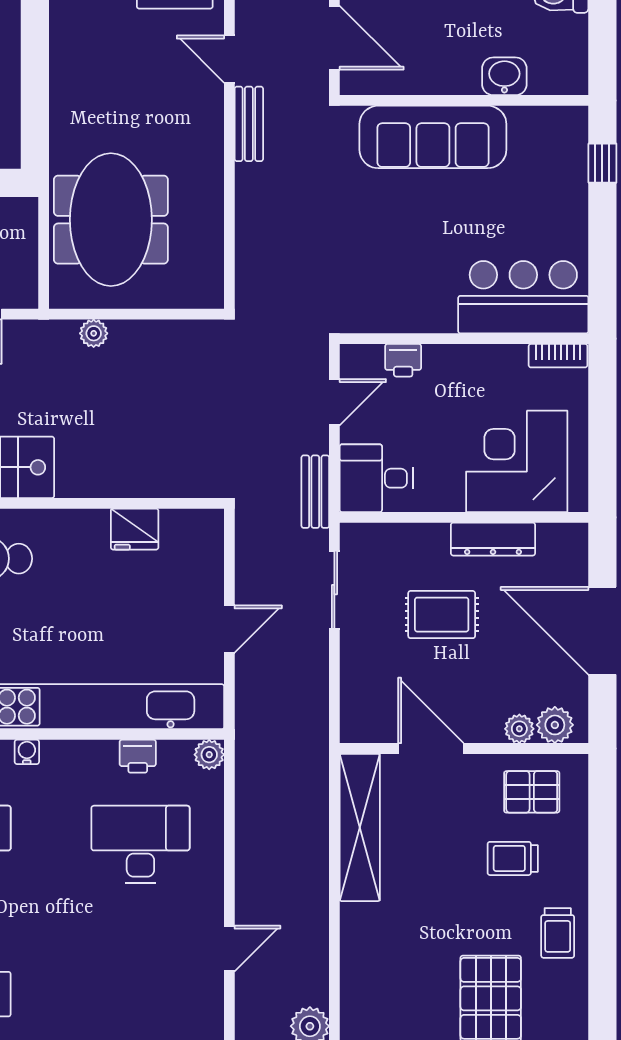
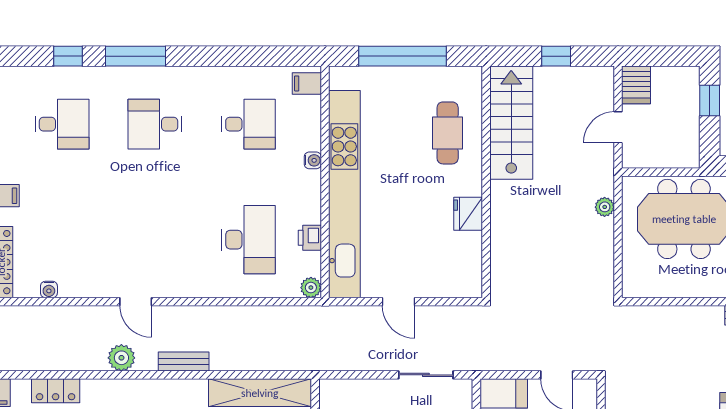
bench: (315, 492) -> (184, 362), moved
fridge: (135, 529) -> (468, 214), moved
door: (229, 948) -> (136, 302), moved

